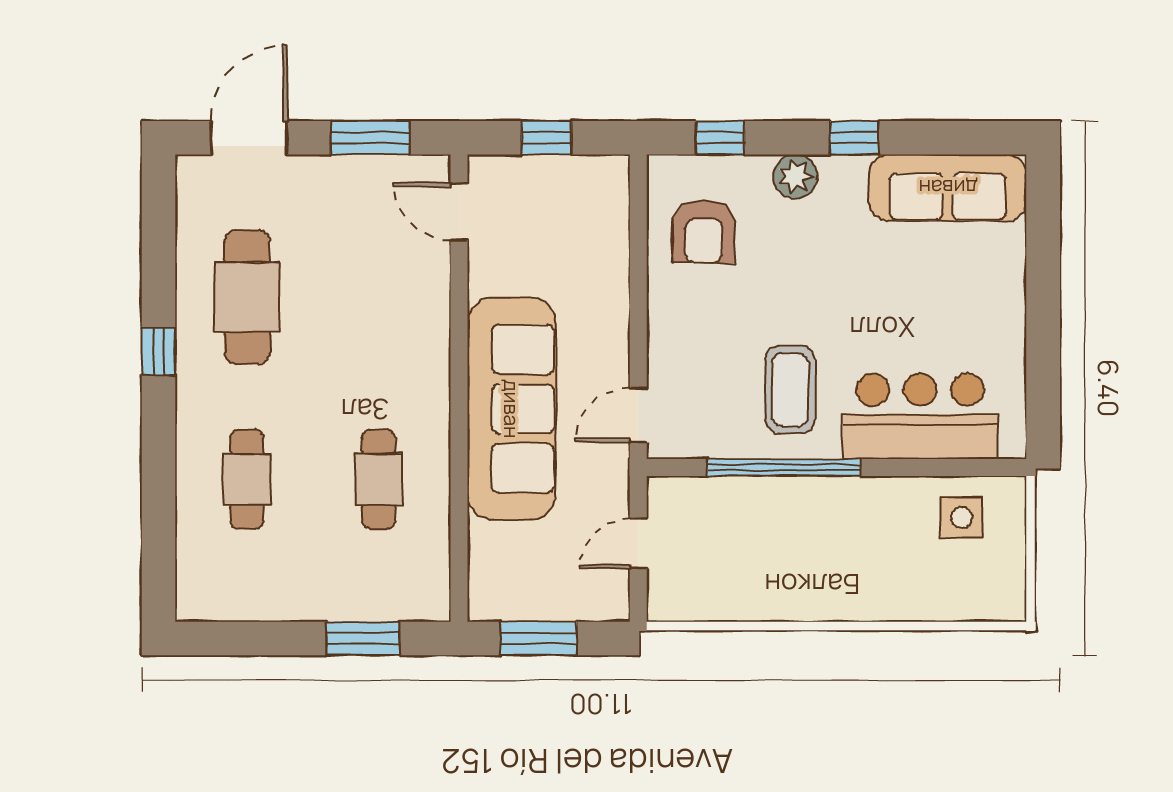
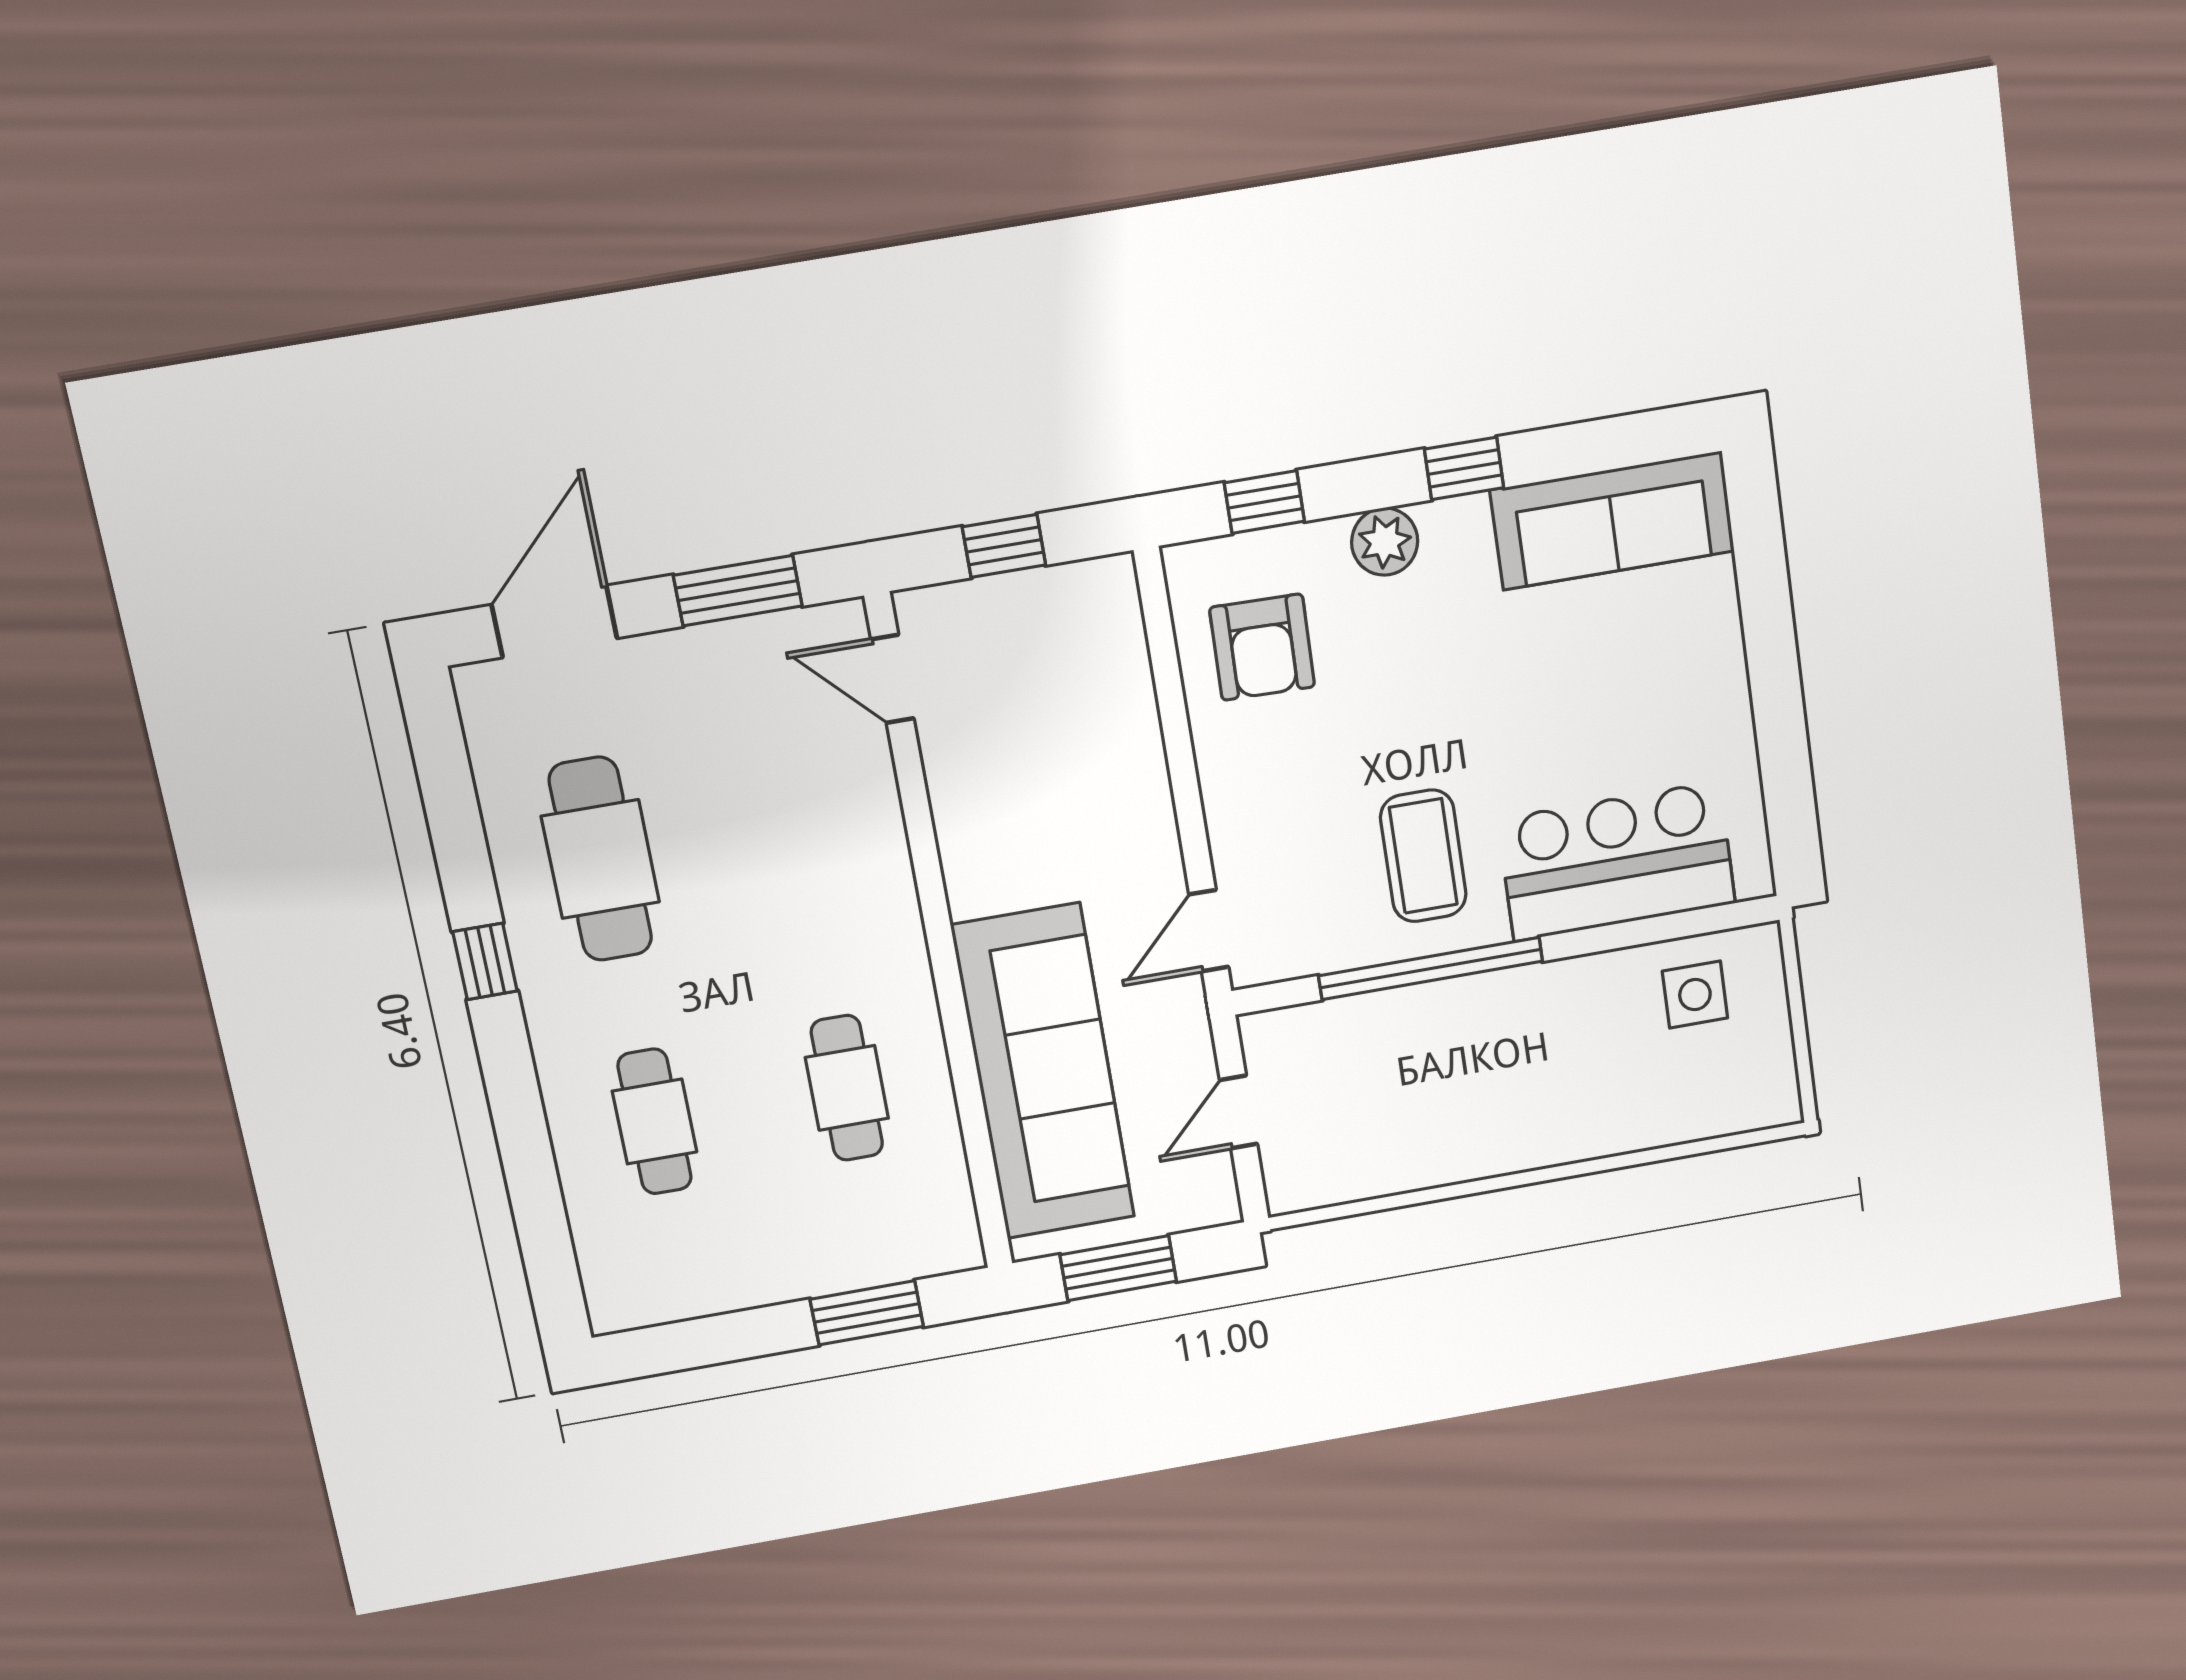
sofa: (512, 409) -> (1043, 1072), moved

